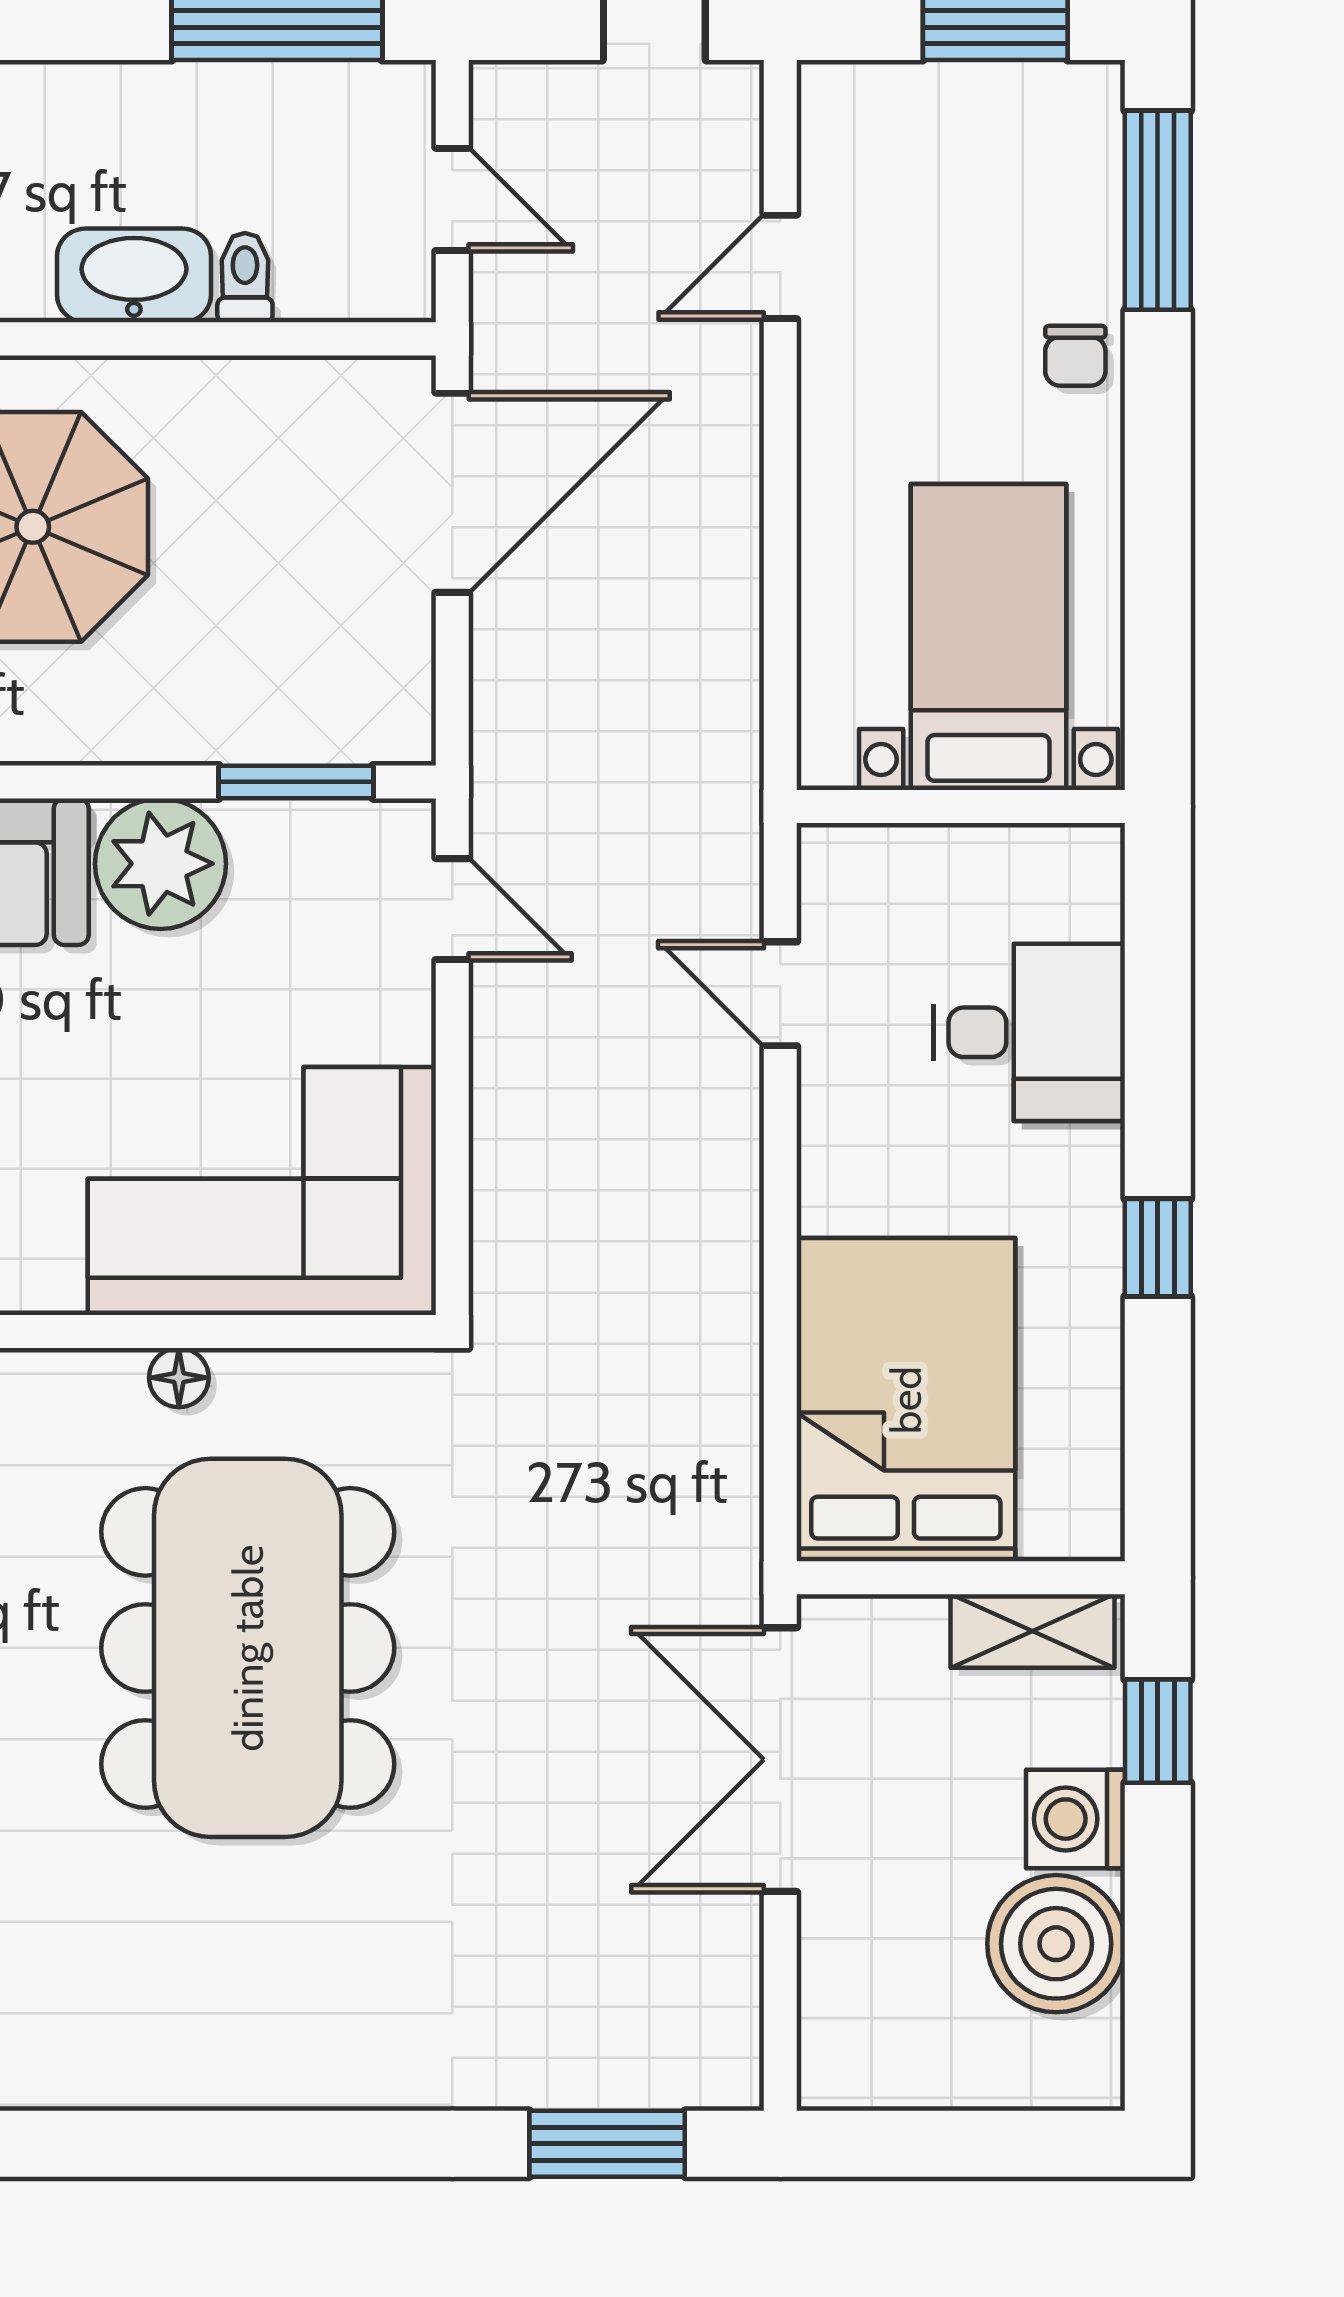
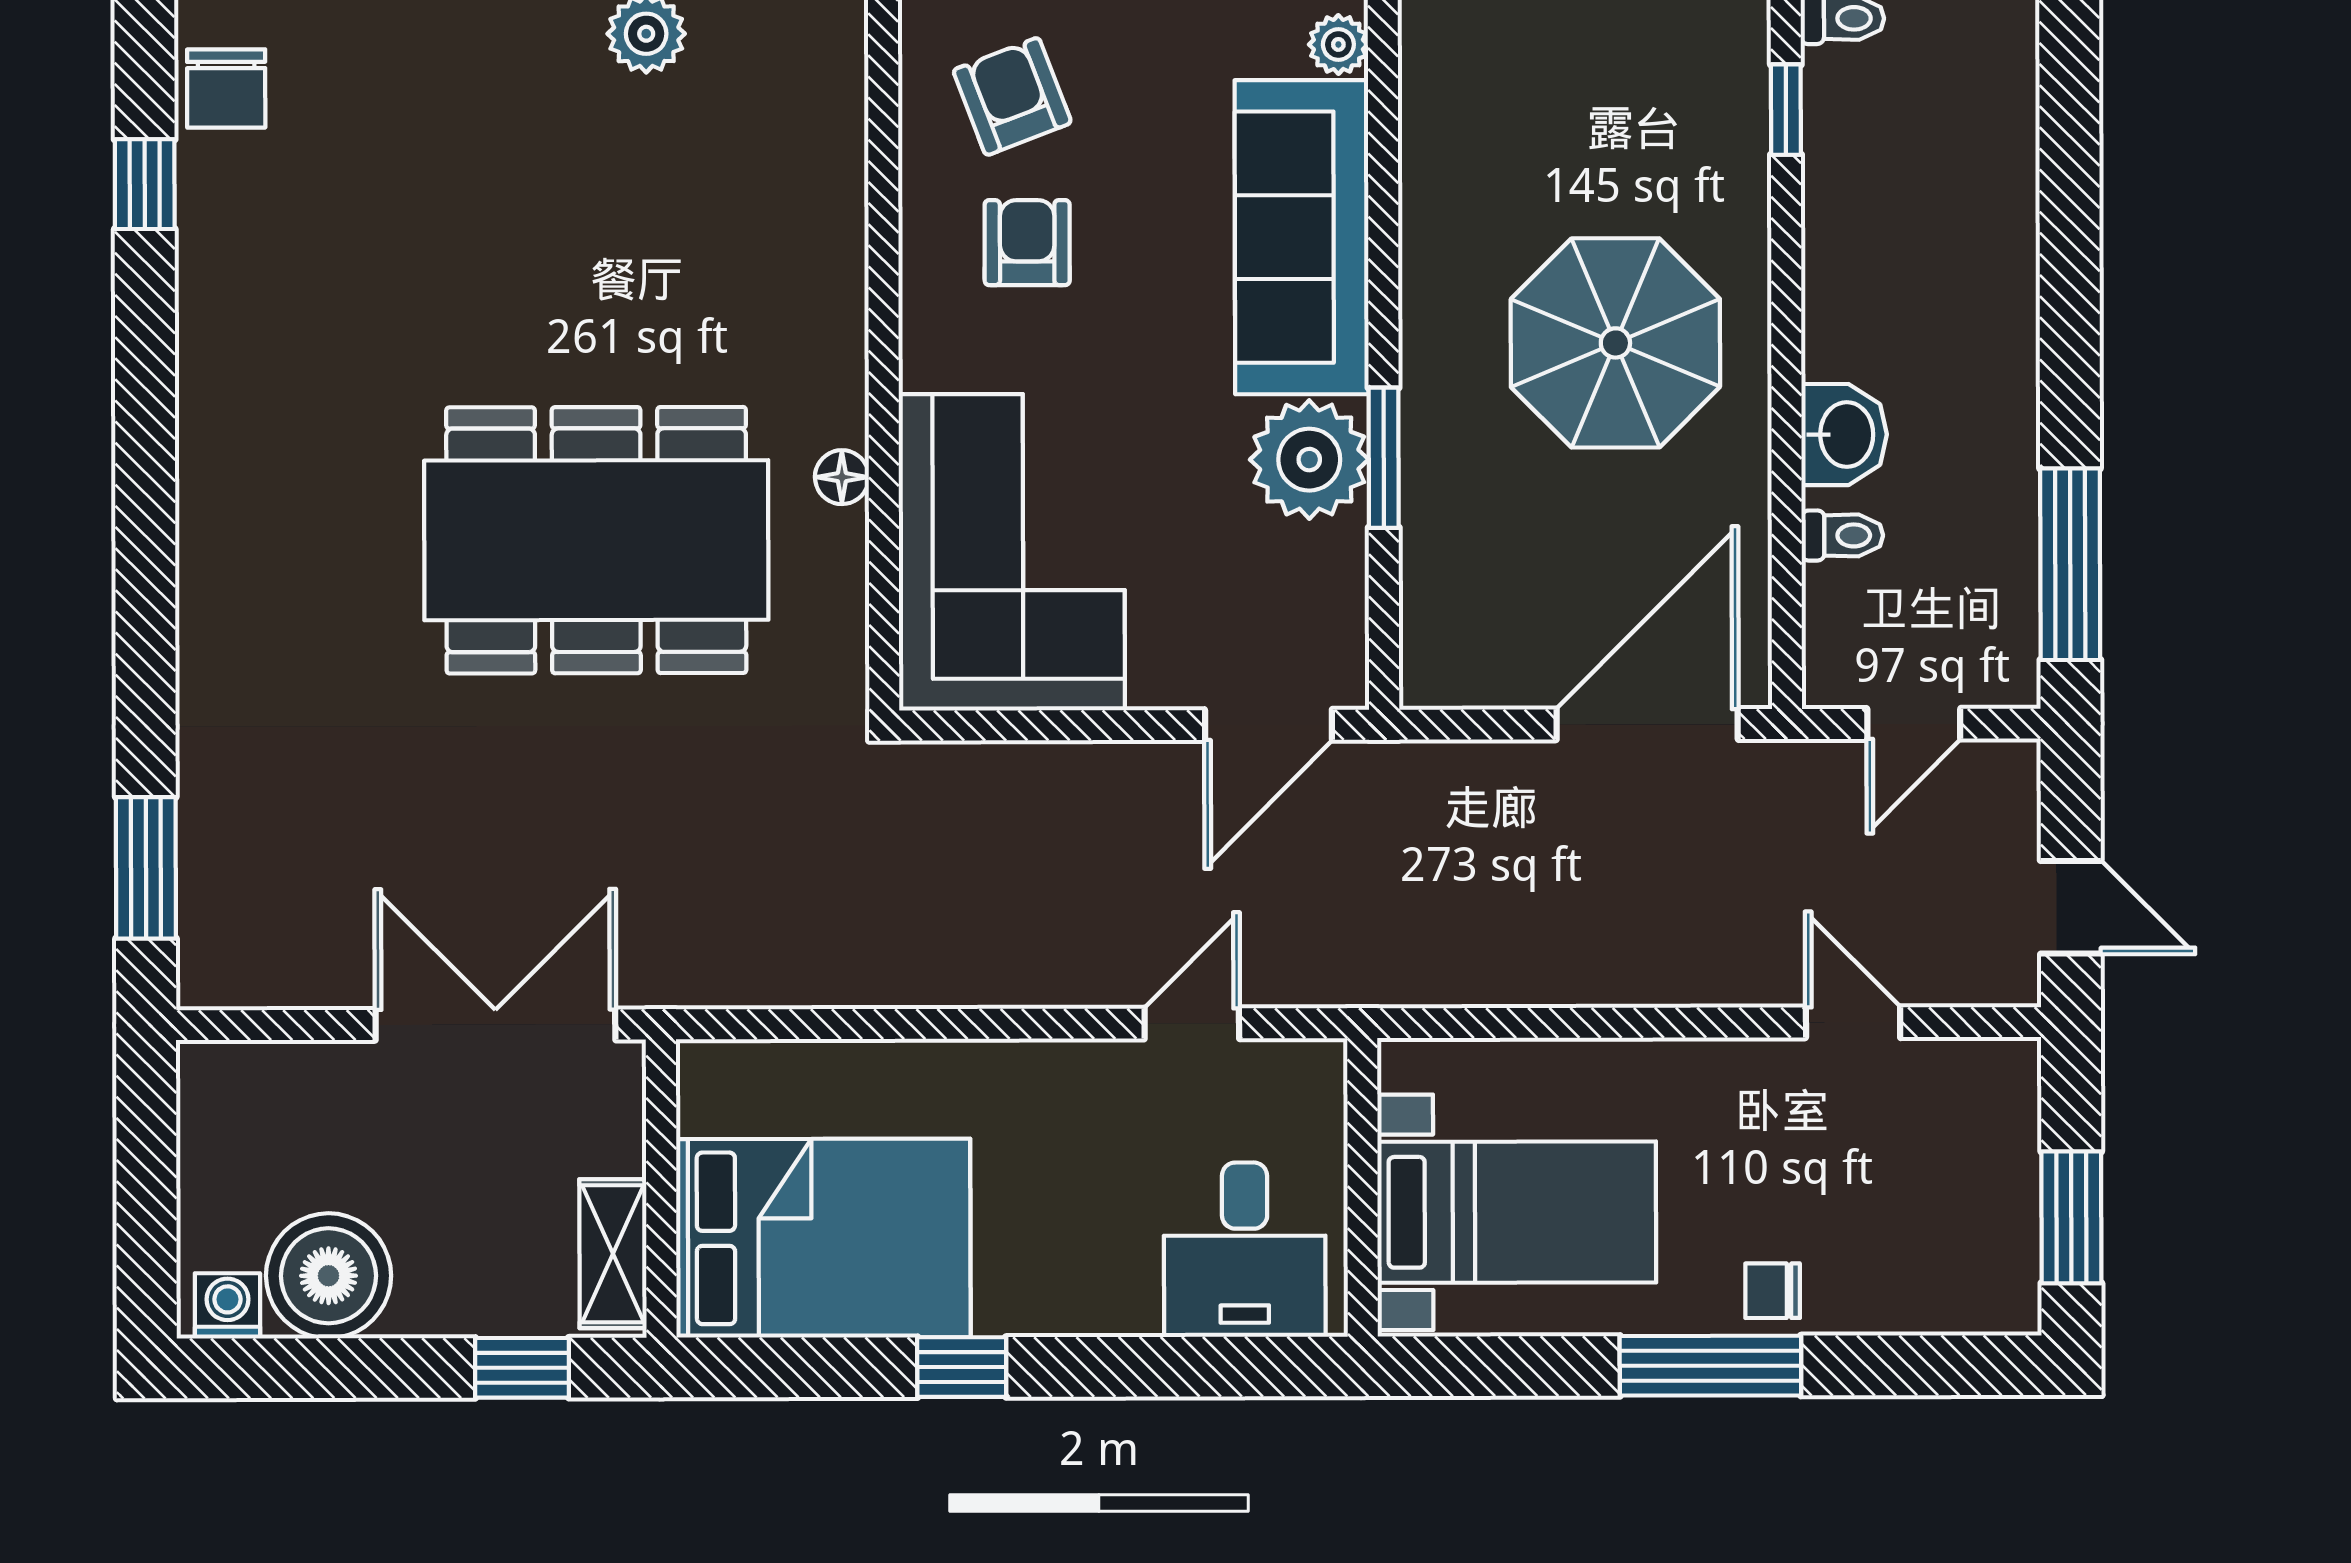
window: (1158, 210) -> (1710, 1366), moved
washbasin: (134, 275) -> (1844, 435), width x0.72
door: (452, 493) -> (1647, 724), swing flipped
window: (296, 782) -> (1384, 458), moved
door: (452, 909) -> (1268, 725), width x1.38
desk: (1029, 1032) -> (1245, 1250), moved
bed: (906, 1400) -> (823, 1238), moved
washing machine: (1076, 1819) -> (227, 1306), moved, width x0.73, depth x0.73

